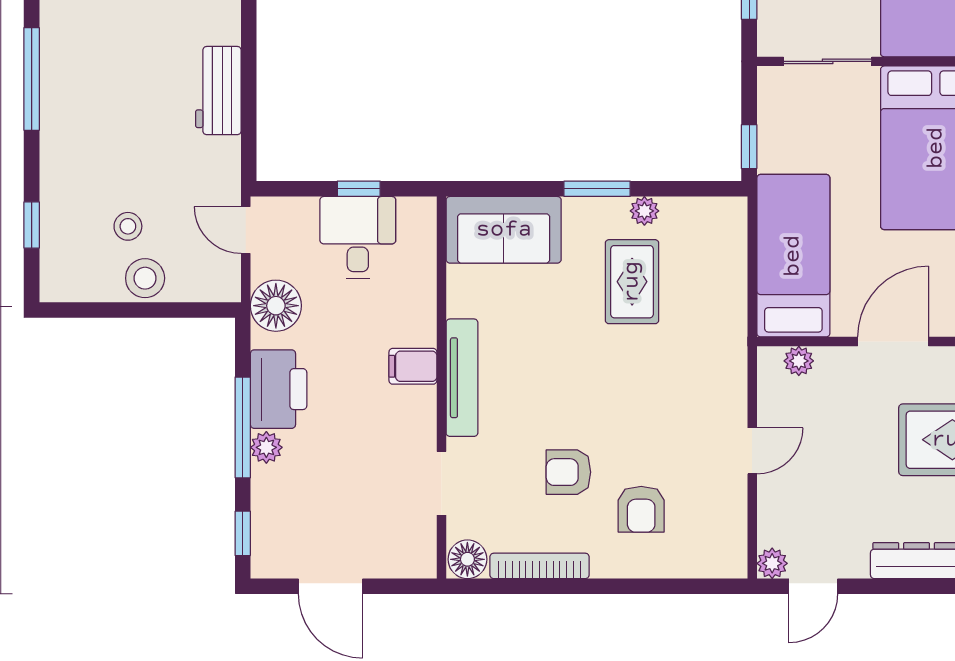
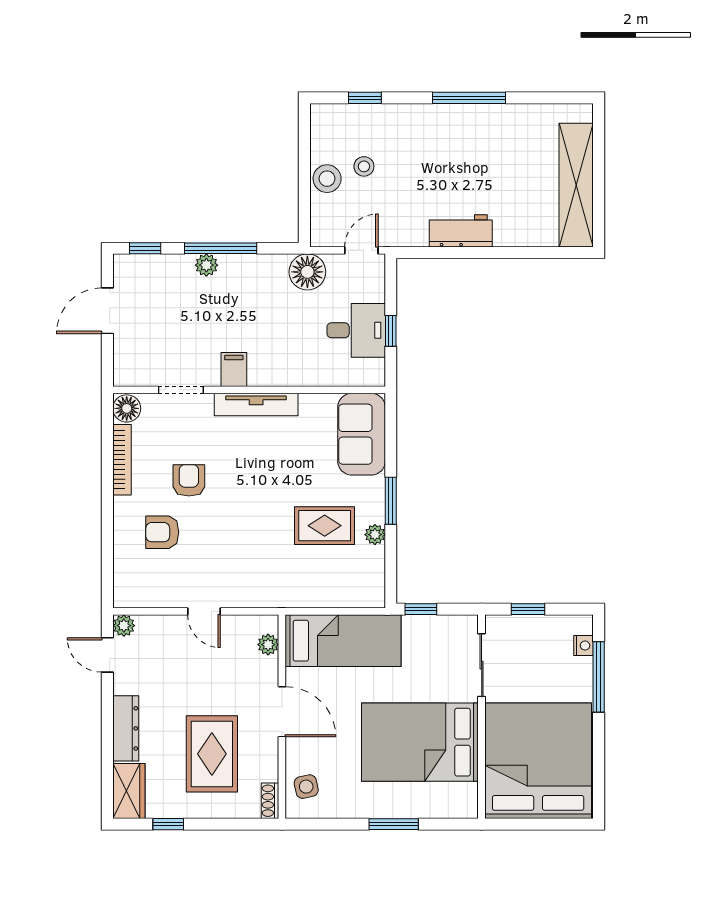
filing cabinet: (413, 366) -> (234, 370), moved
printer: (279, 389) -> (248, 274), removed

